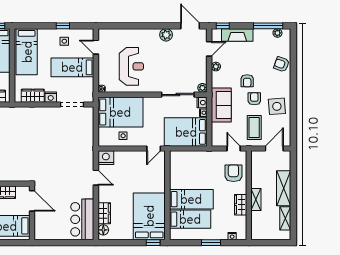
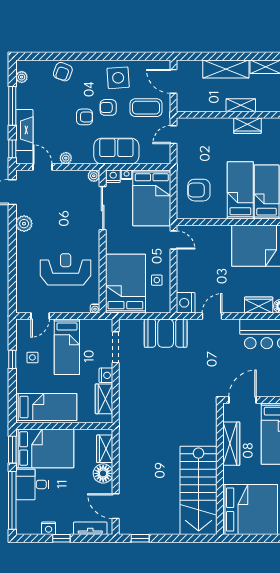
window: (268, 26) -> (12, 106), moved
booth: (83, 142) -> (166, 333), added
armchair: (233, 173) -> (199, 190), moved

